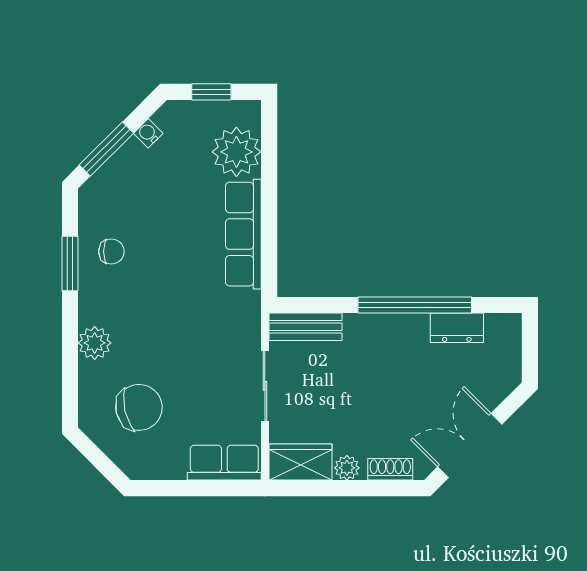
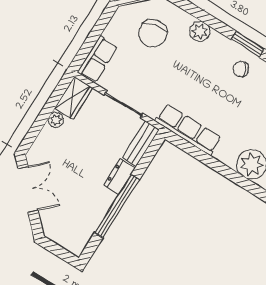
row of seats: (243, 234) -> (188, 130), moved
chair: (111, 252) -> (241, 69), turned 65
dresser: (457, 328) -> (119, 177), moved
shoe rack: (390, 469) -> (41, 141), removed

